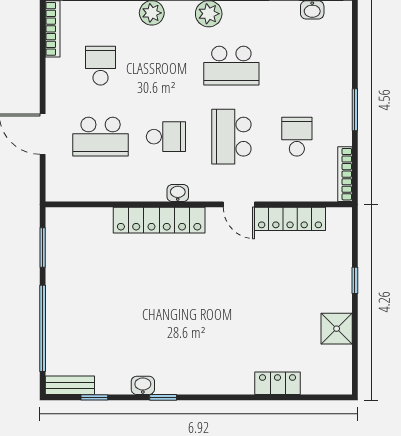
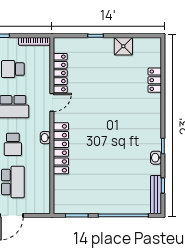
school desk: (166, 137) -> (13, 144), turned 180
bench: (70, 385) -> (156, 195), width x1.36

